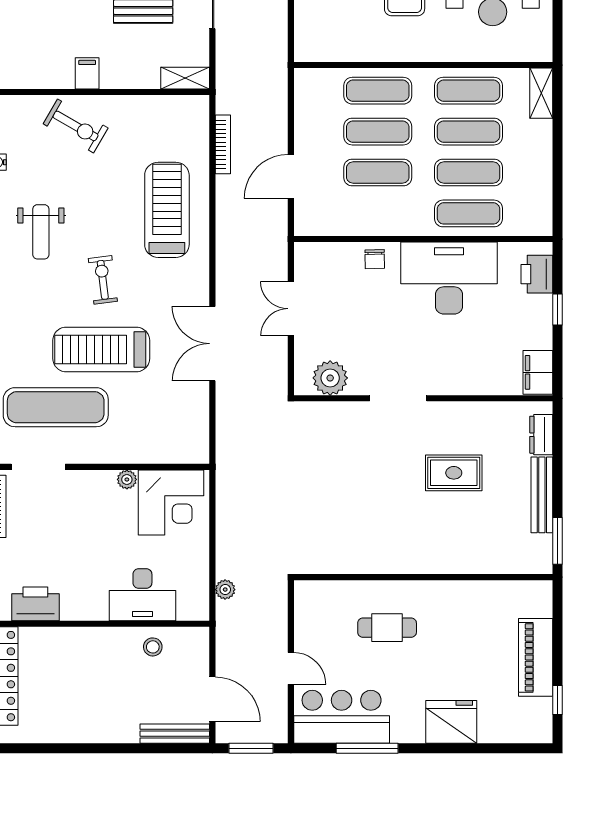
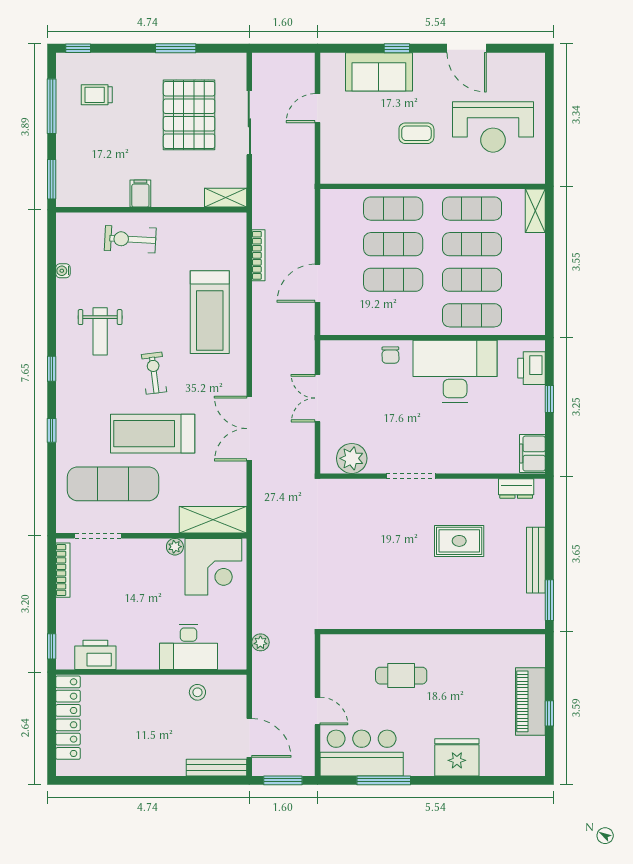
exercise bike: (76, 126) -> (130, 239), turned 153
treadmill: (167, 210) -> (210, 312), turned 180
dresser: (541, 435) -> (516, 489), moved, turned -90
shelving: (171, 448) -> (213, 520), added
window: (557, 700) -> (549, 713), moved

